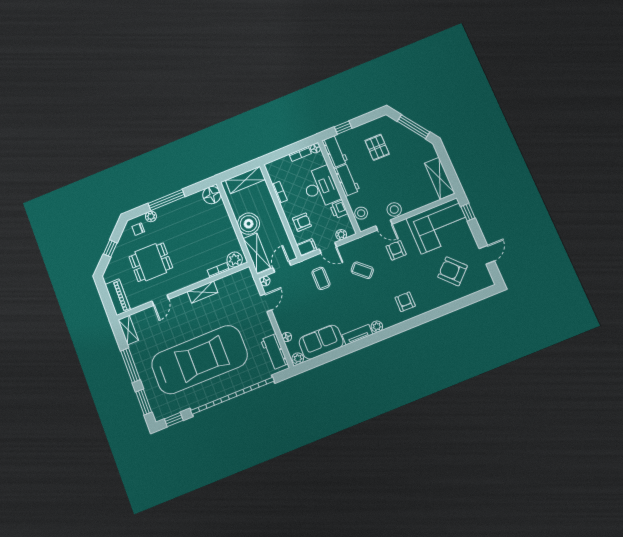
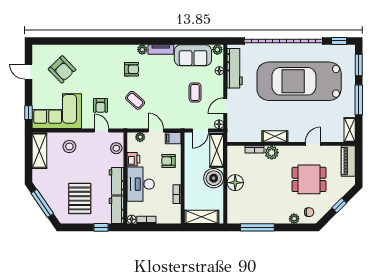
pallet: (377, 147) -> (80, 198), width x1.50, depth x1.42
floor lamp: (212, 195) -> (235, 183), moved
window: (166, 200) -> (257, 227), moved
stool: (394, 209) -> (69, 146), moved
door: (487, 255) -> (29, 72), hinge flipped
plant: (235, 260) -> (272, 153), moved
coffee table: (321, 278) -> (195, 92), moved
armchair: (405, 302) -> (131, 69), moved, turned -90
workbench: (274, 352) -> (235, 68), width x1.37

